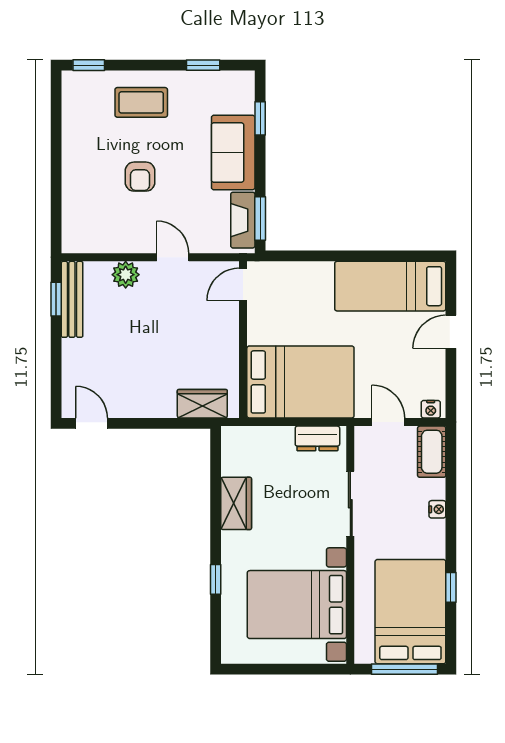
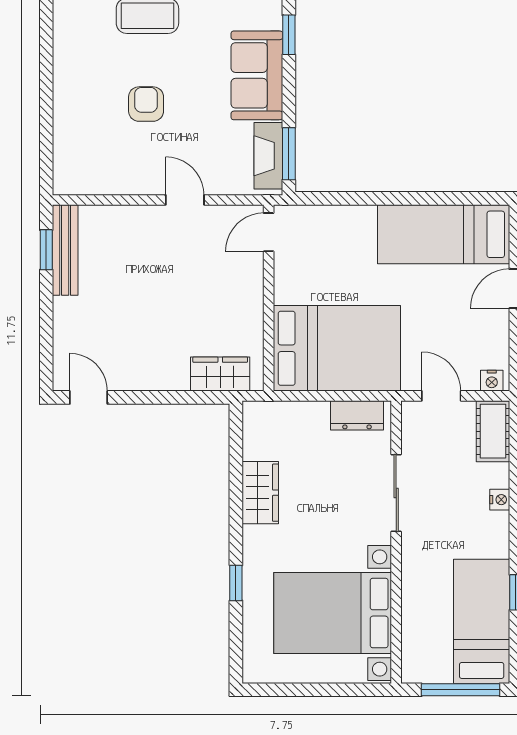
armchair: (140, 177) -> (146, 104), turned 180
plant: (126, 275) -> (129, 221), removed
bed: (410, 612) -> (482, 621), width x0.67

